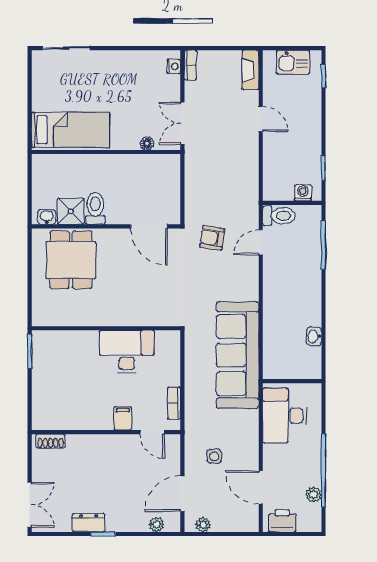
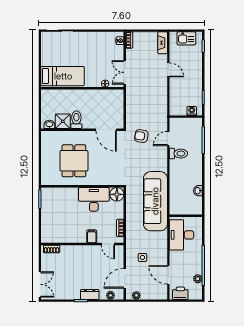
toilet: (279, 216) -> (178, 154), moved
dining table: (71, 260) -> (74, 161), moved
floor lamp: (168, 343) -> (117, 194), added
dresser: (89, 523) -> (90, 294), moved

